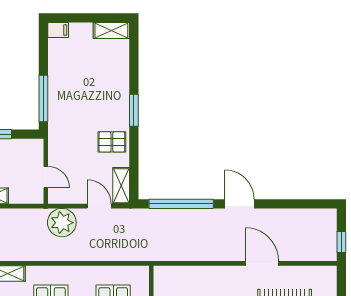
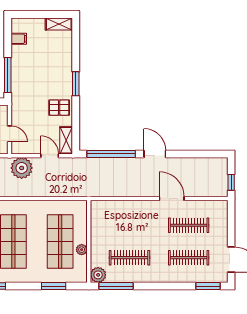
filing cabinet: (58, 30) -> (19, 39), moved

